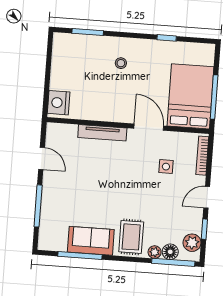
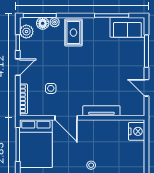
sofa: (91, 241) -> (127, 27), moved

